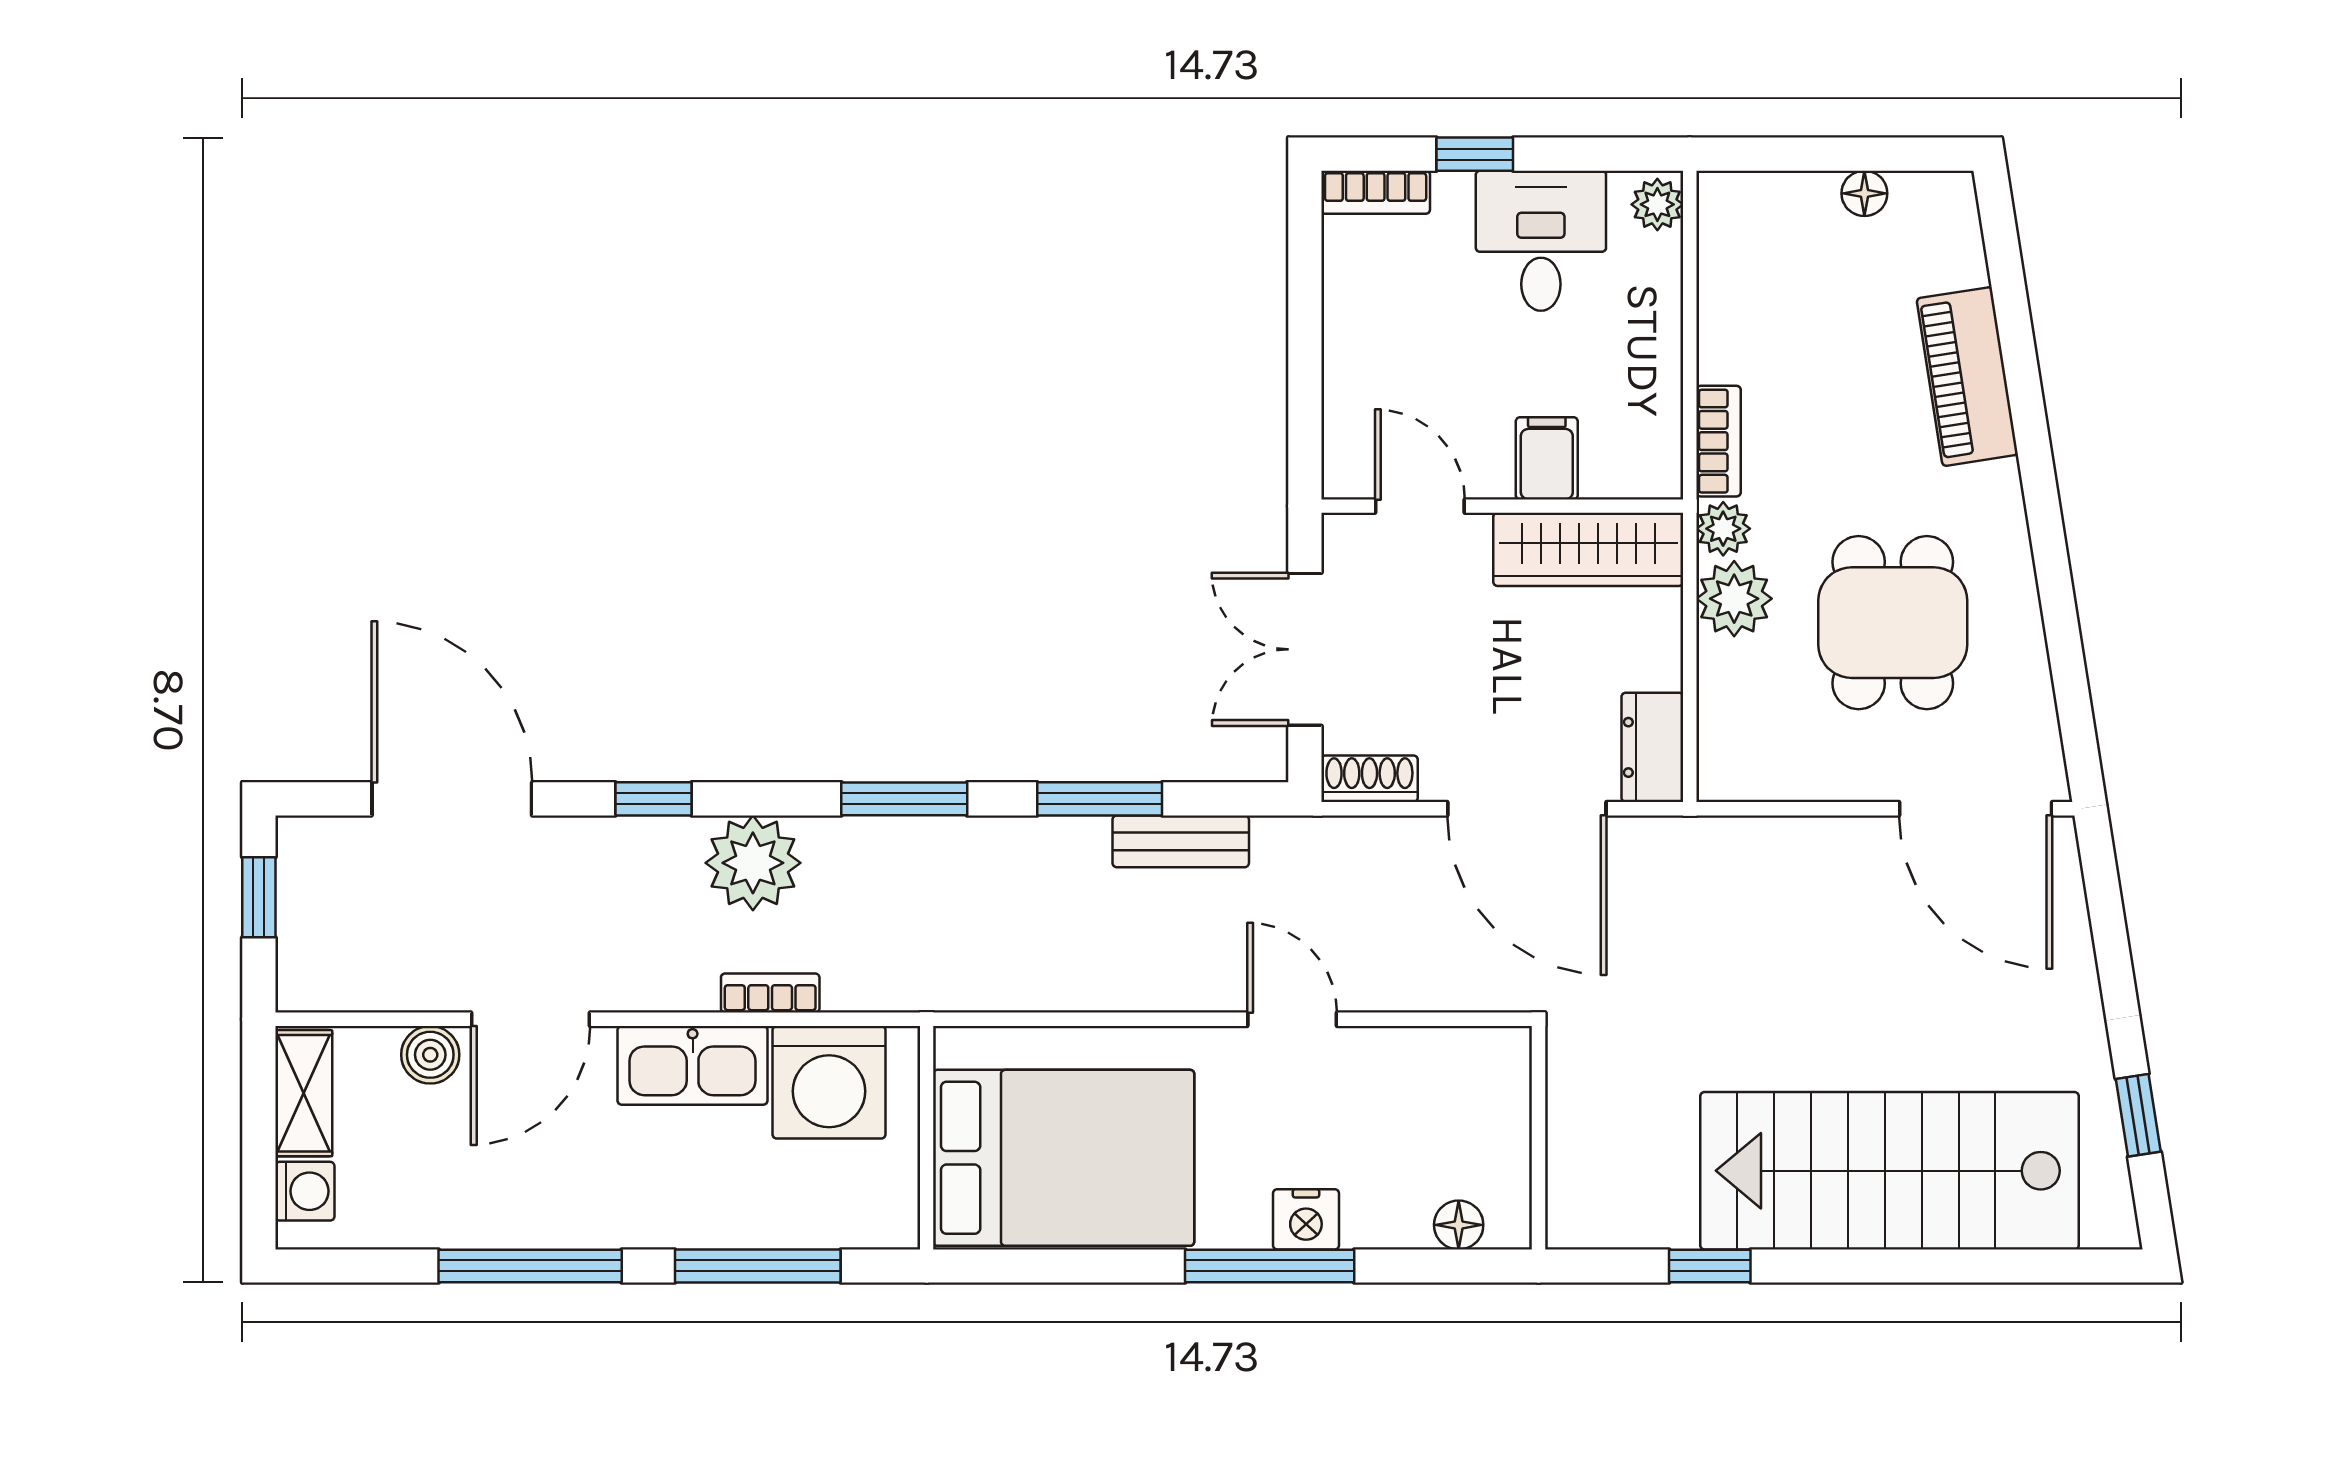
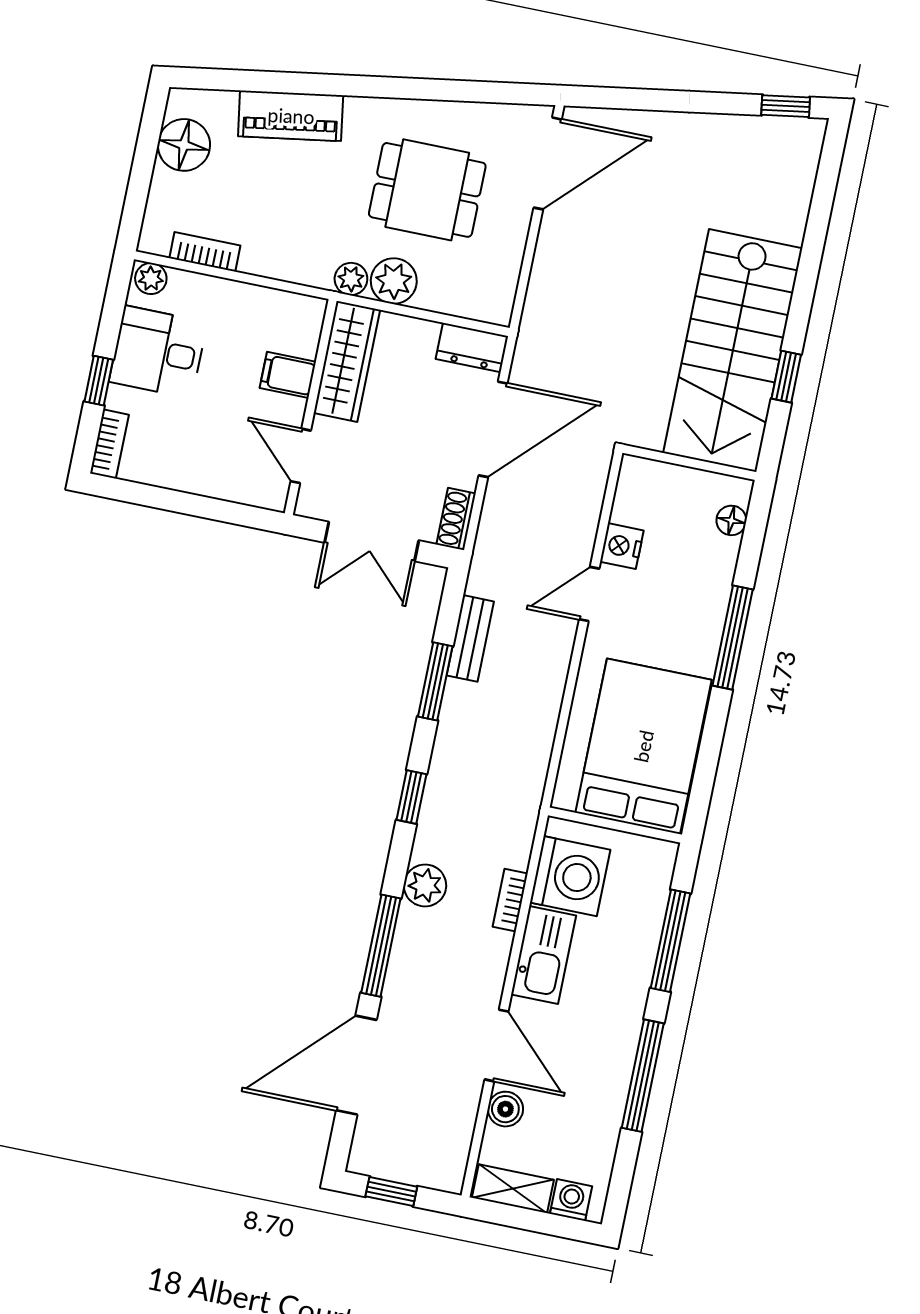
floor lamp: (1864, 193) -> (184, 145), width x1.89, depth x1.89
bookcase: (1719, 441) -> (205, 252), moved
door: (1420, 506) -> (301, 456), hinge flipped
window: (653, 799) -> (381, 946), width x2.17
window: (904, 799) -> (411, 797), width x0.67
plant: (753, 863) -> (425, 885), width x0.73, depth x0.73
window: (2138, 1115) -> (786, 106), moved
stairs: (1889, 1171) -> (733, 351), moved
nightstand: (1306, 1219) -> (622, 546), moved, turned 180

